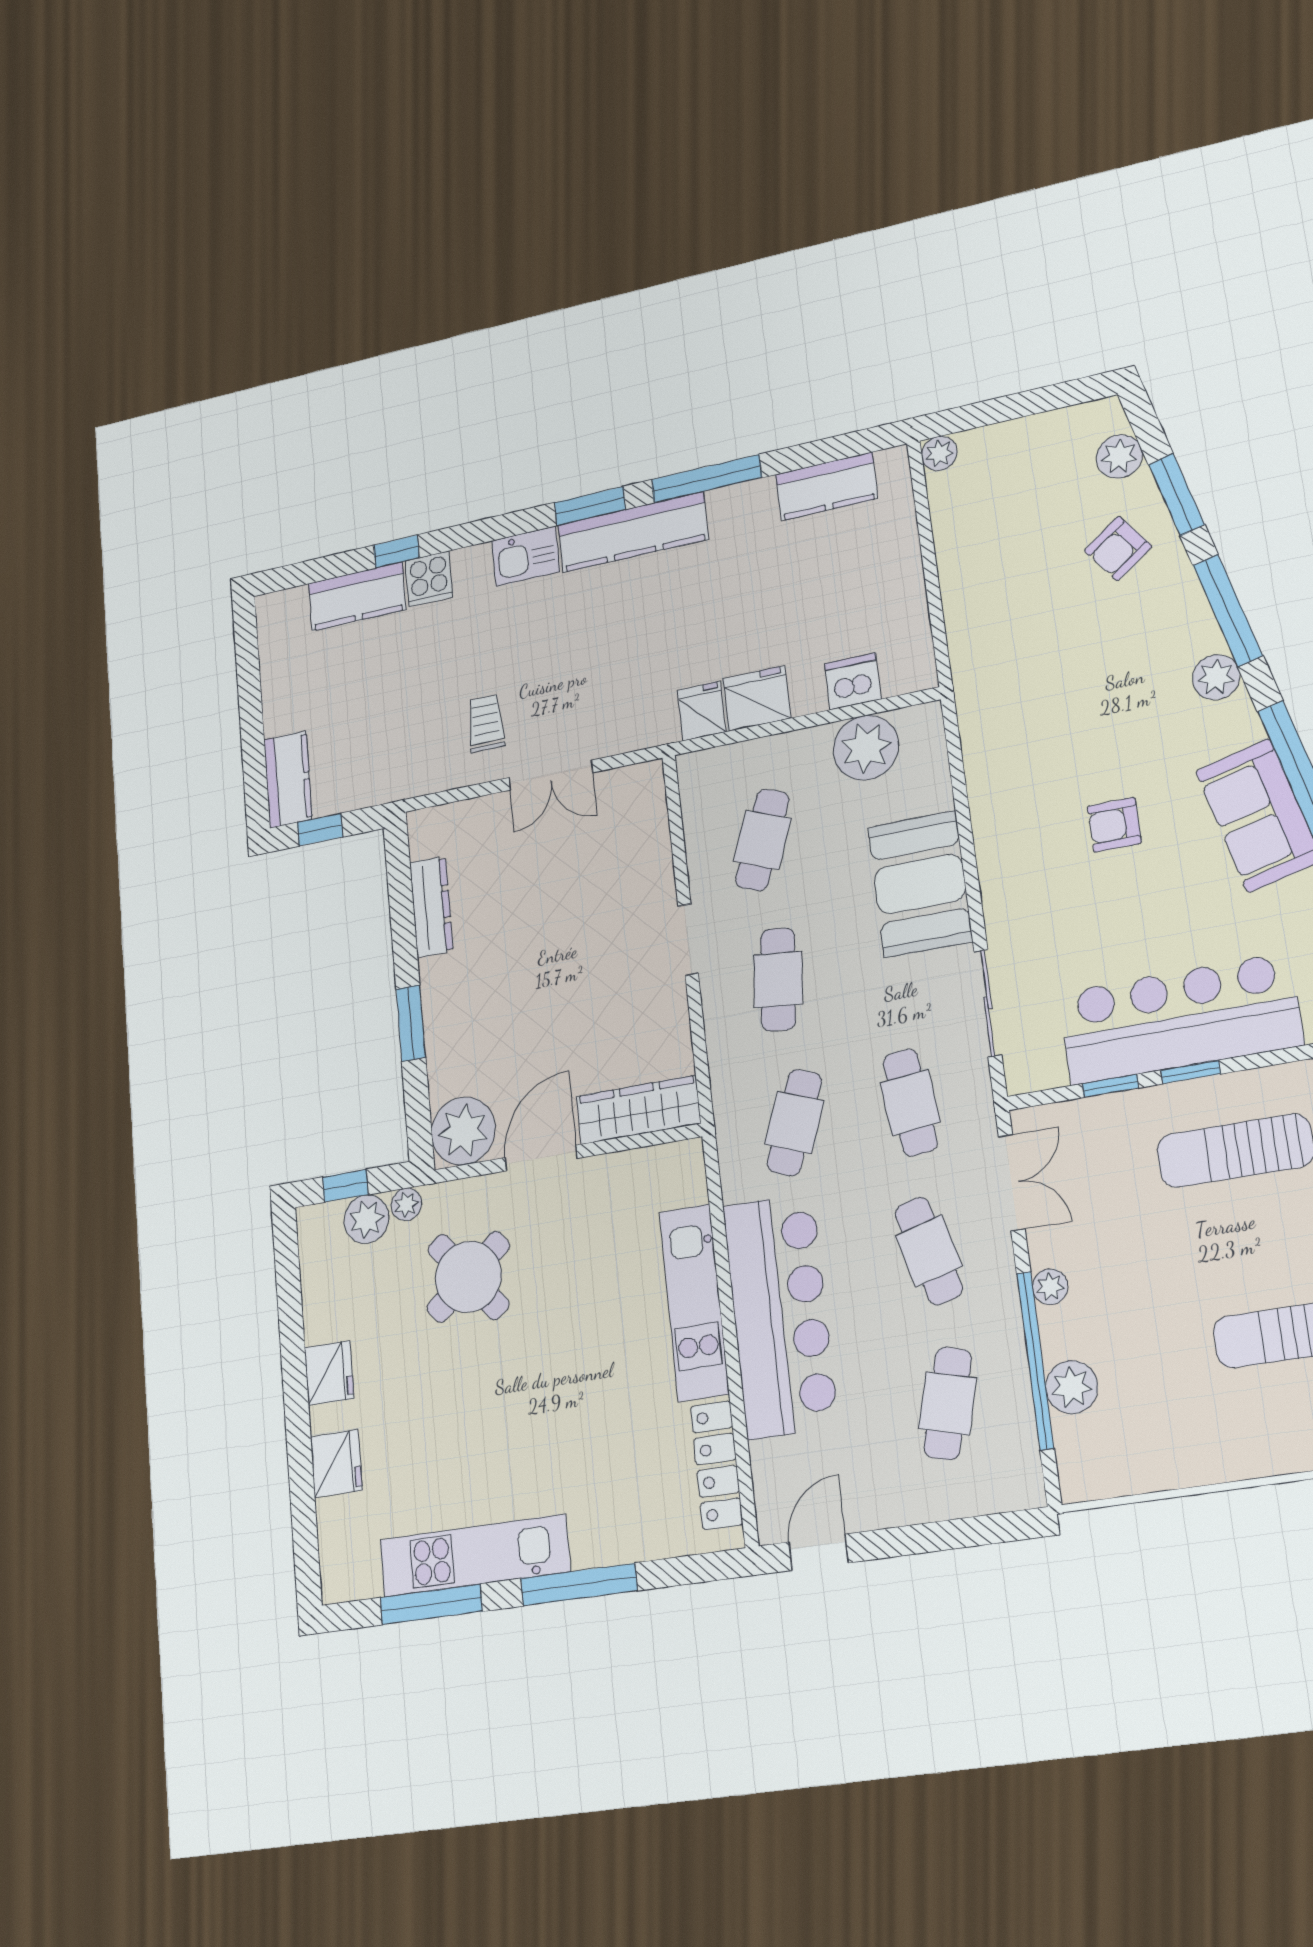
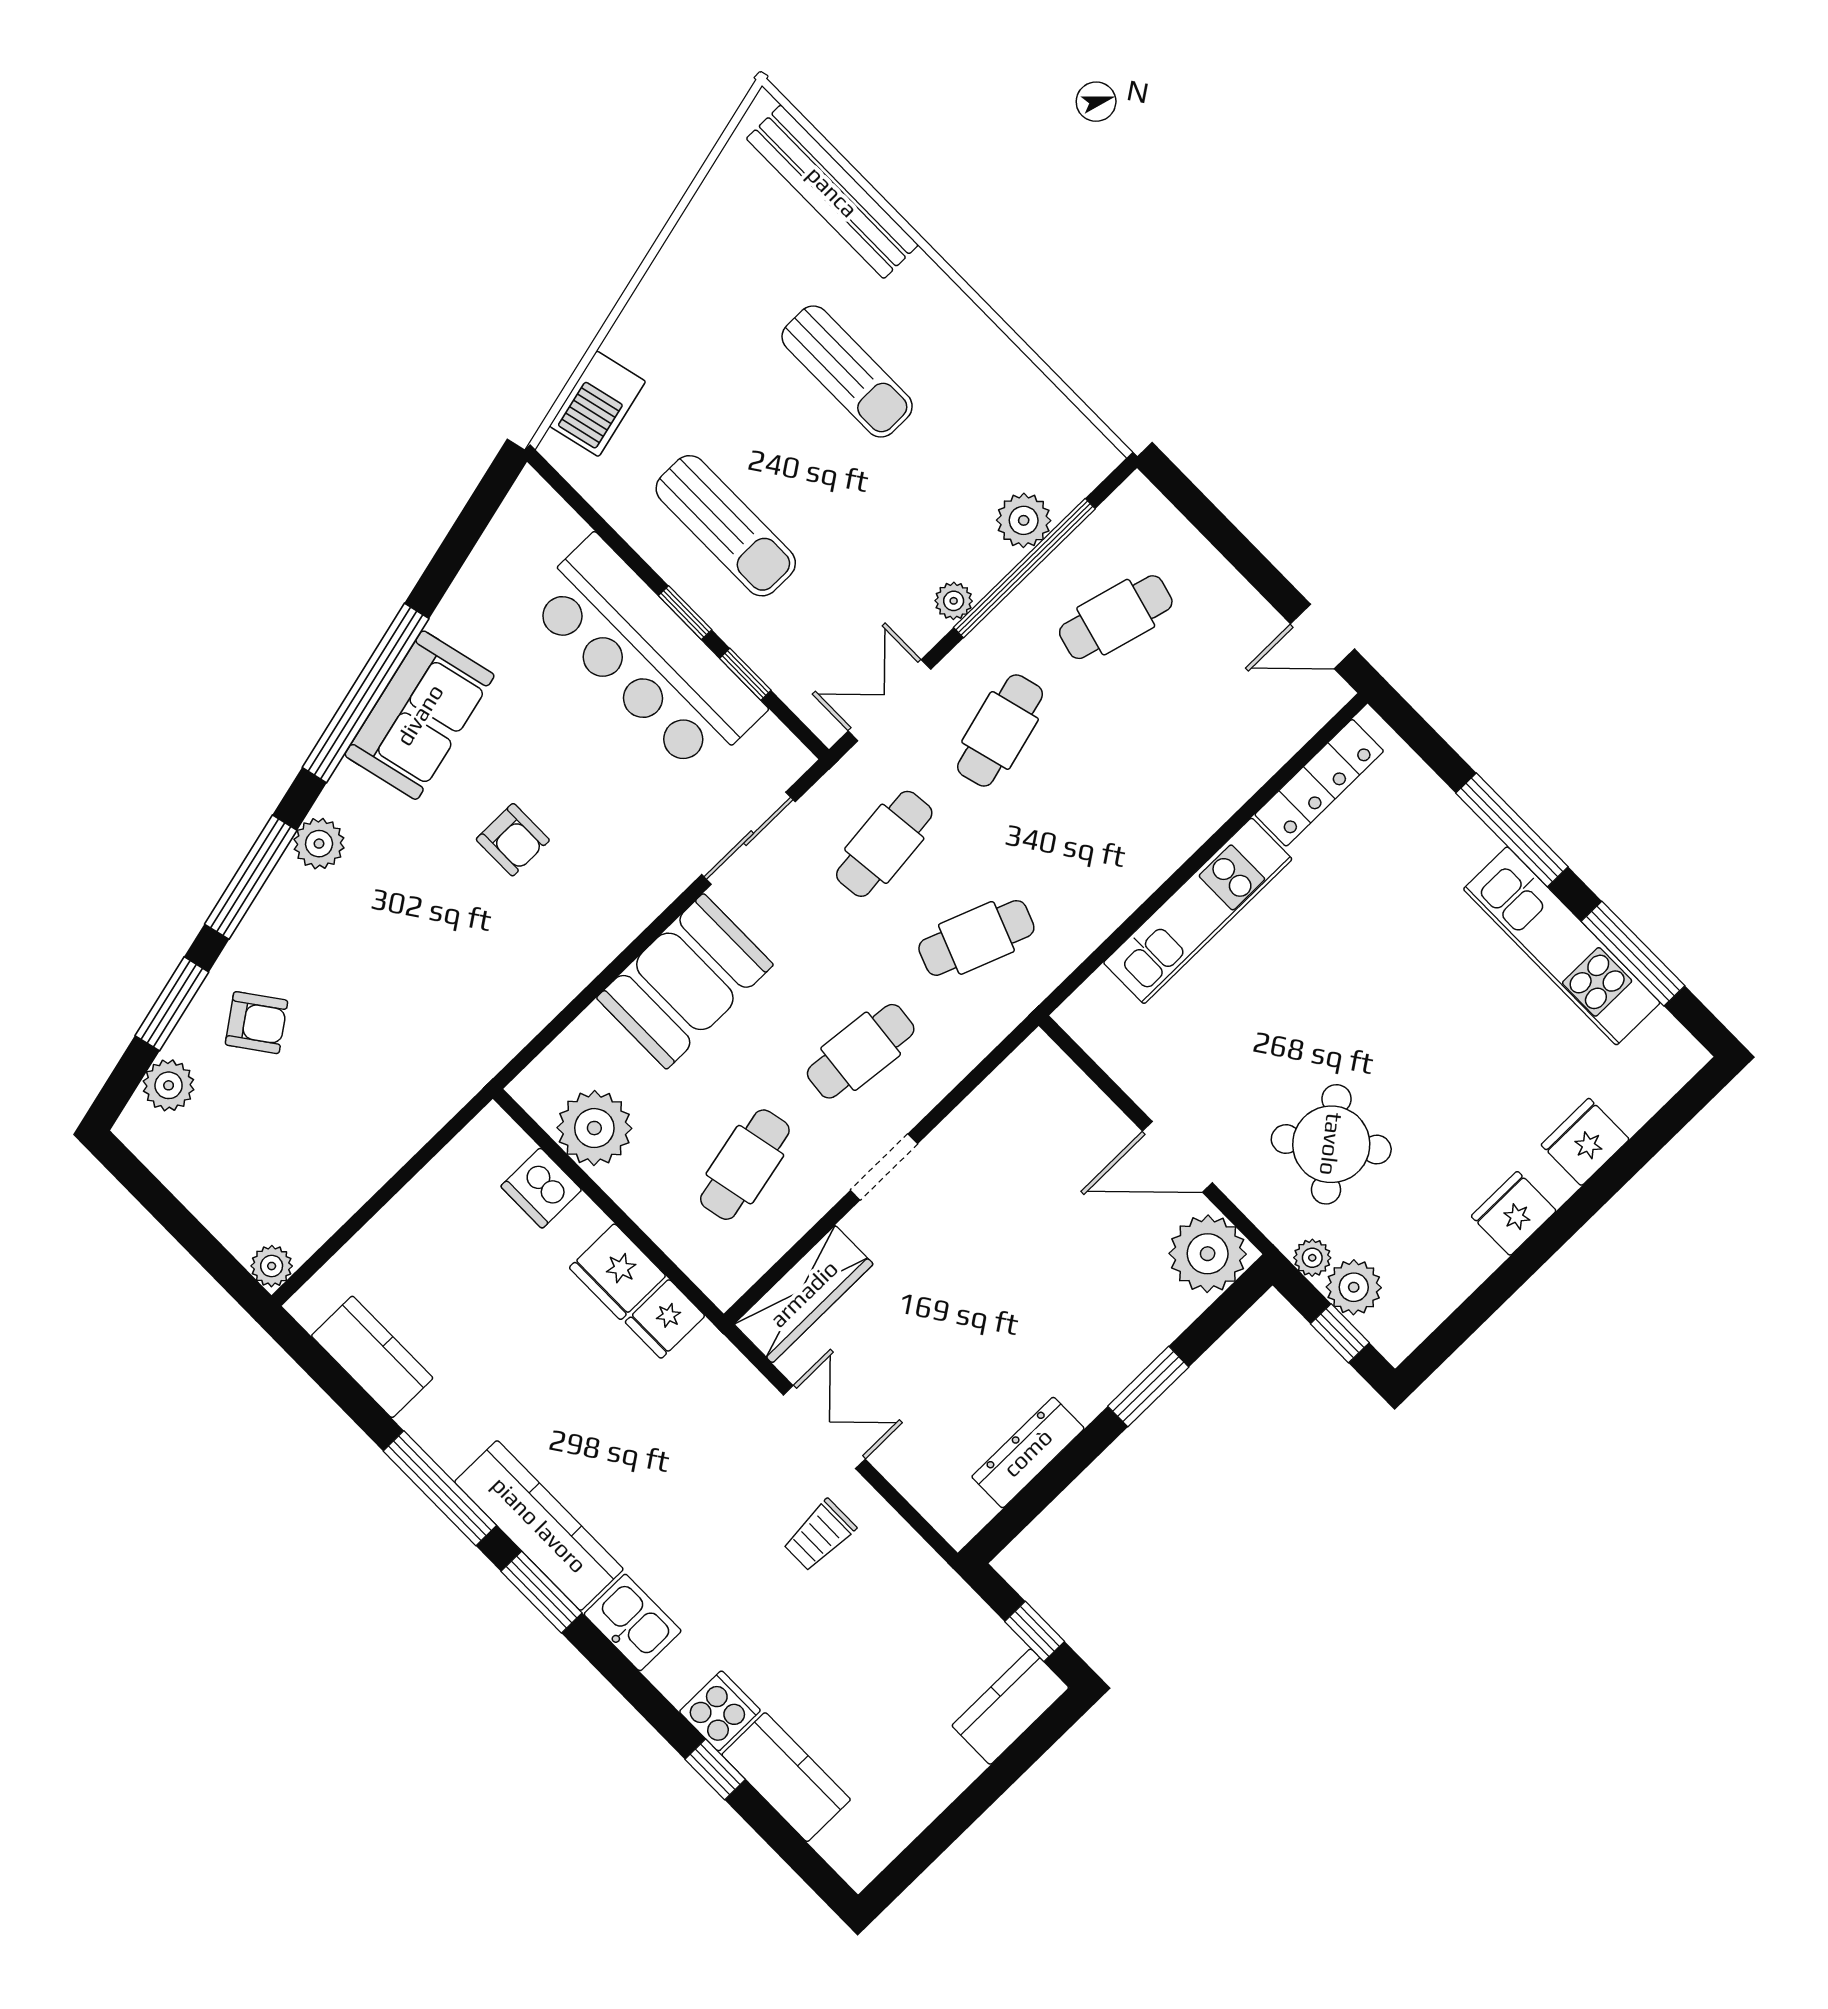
cafe table: (762, 840) -> (745, 1165), turned -33
wardrobe: (638, 1110) -> (804, 1294), moved, turned -90
bar counter: (780, 1315) -> (1151, 823), removed

